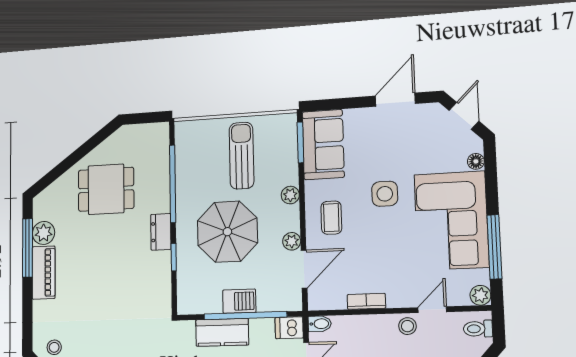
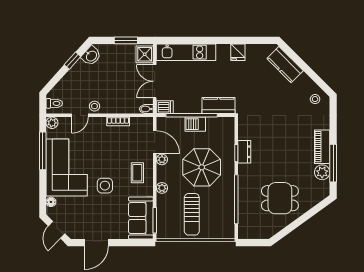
dresser: (161, 232) -> (244, 152), moved
door: (304, 269) -> (155, 142), swing flipped
kitchen counter: (222, 332) -> (219, 105), moved

